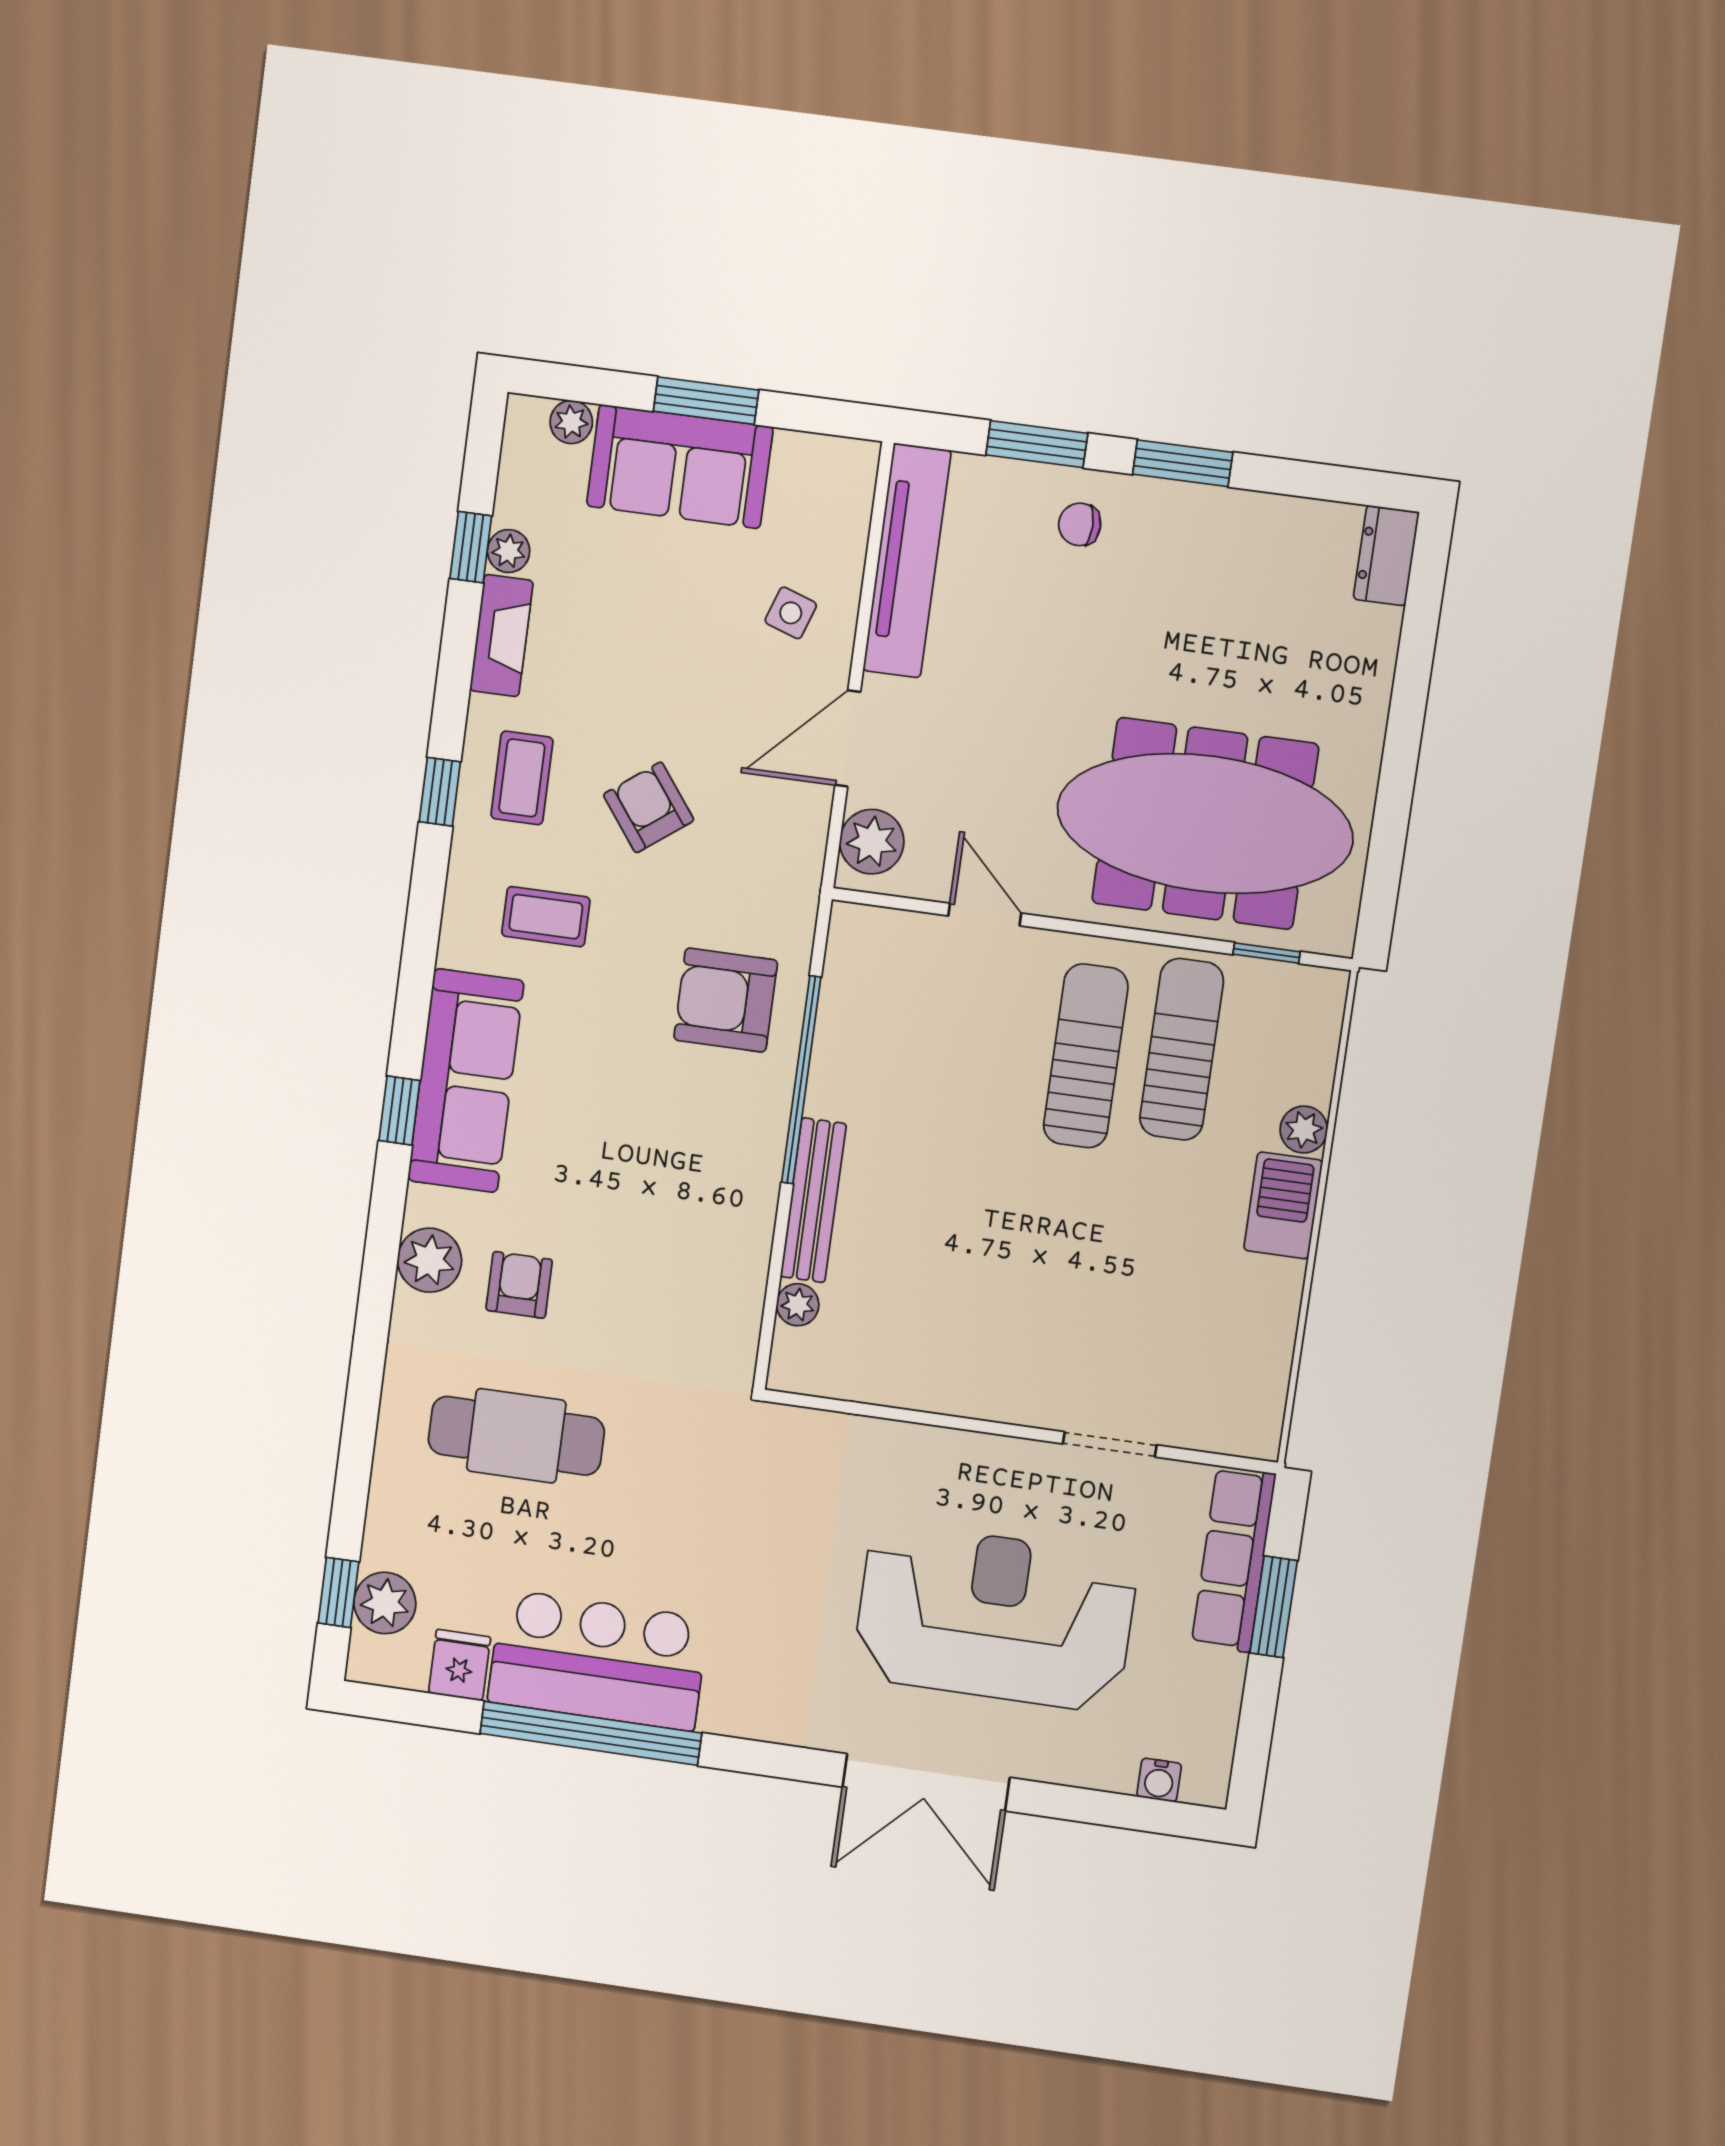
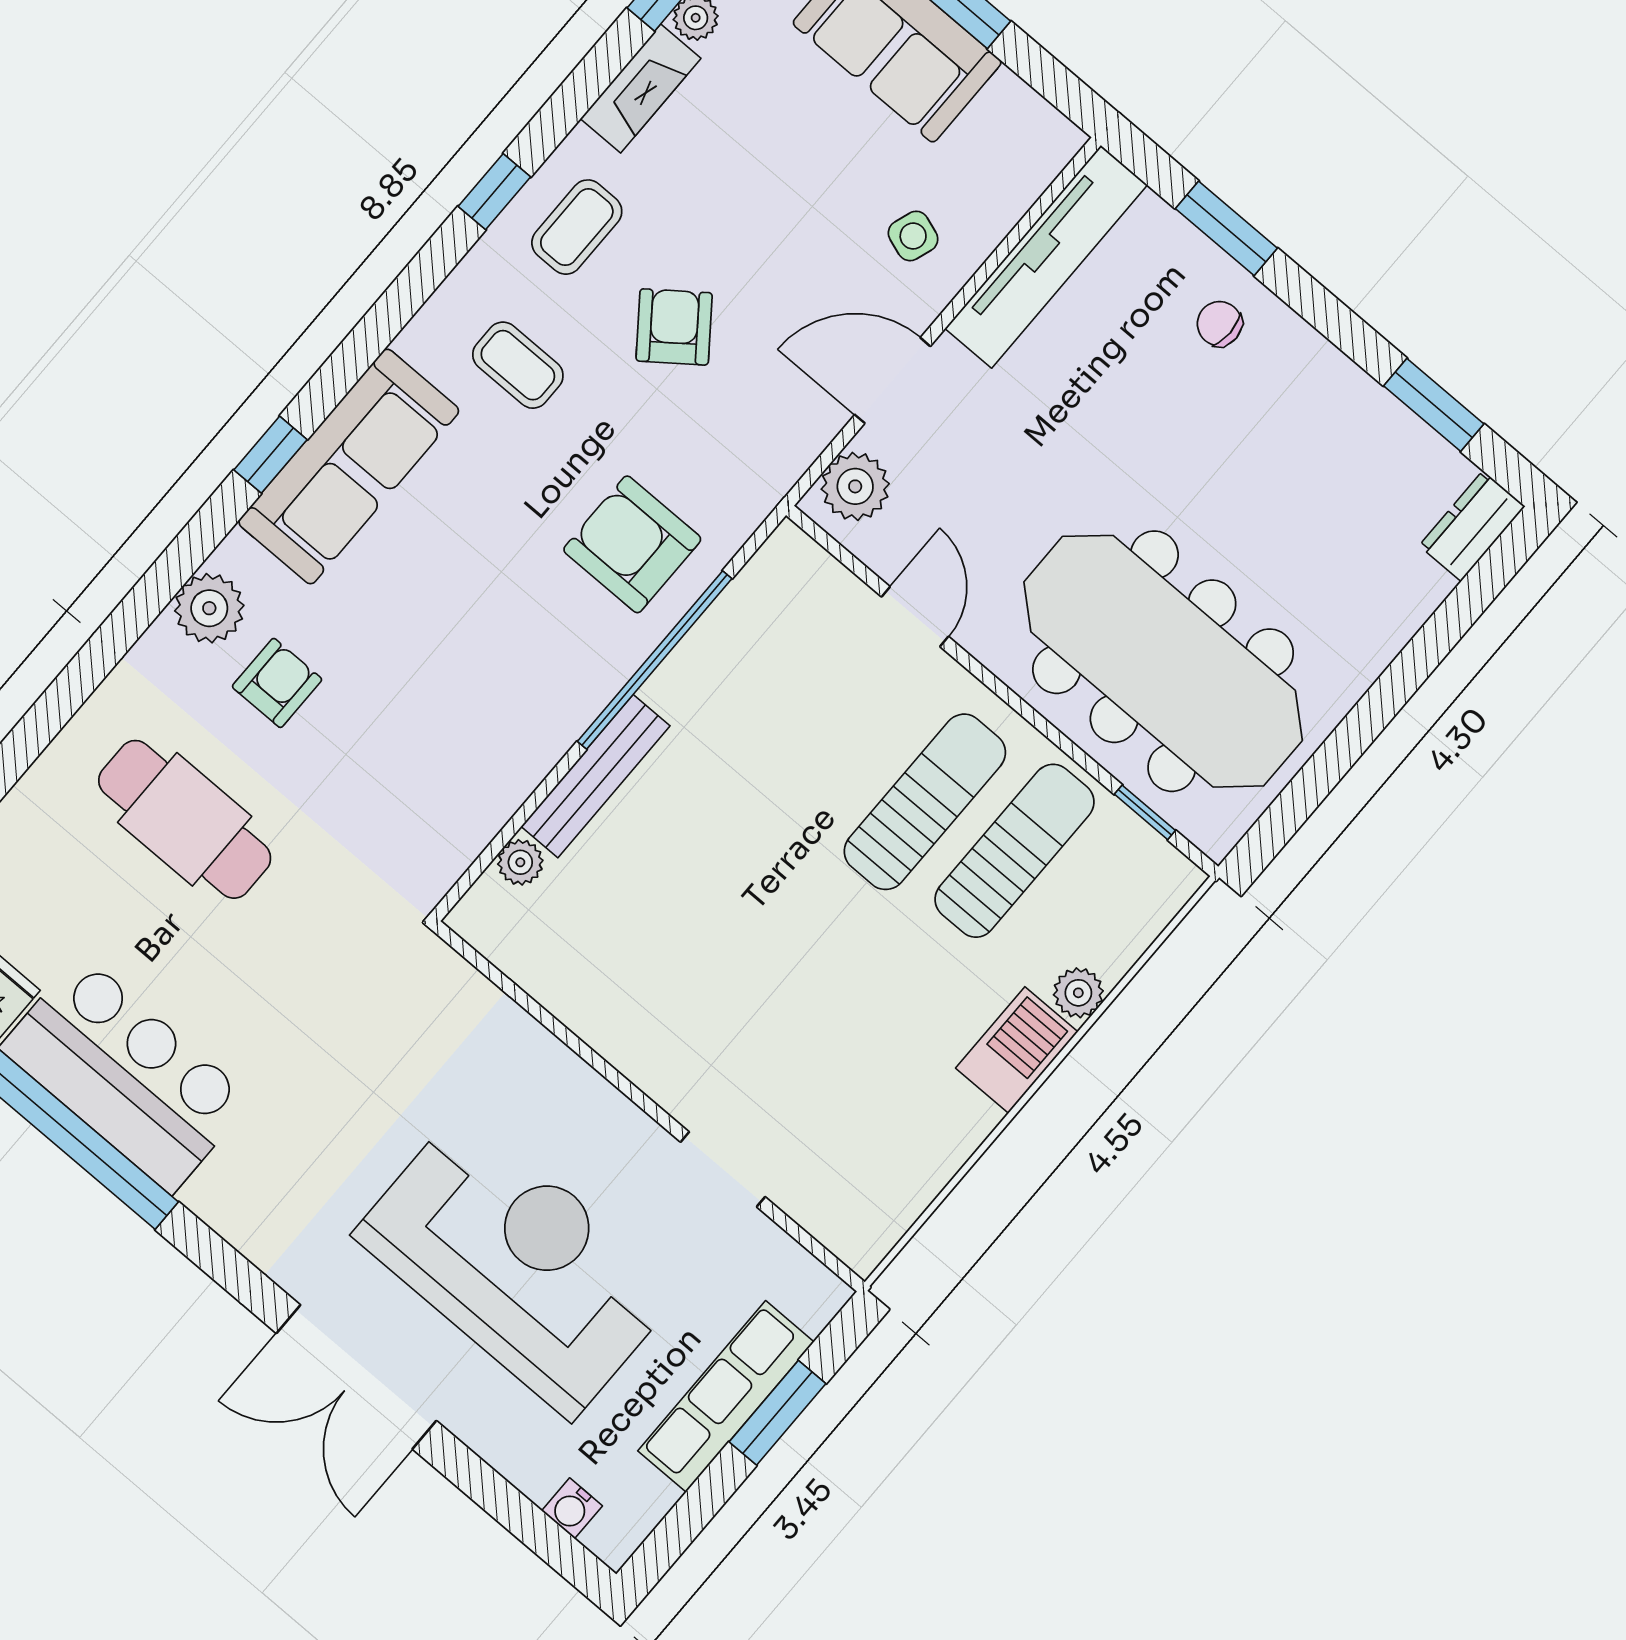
window: (1183, 463) -> (1434, 405), moved
row of seats: (1234, 1559) -> (726, 1396), moved

